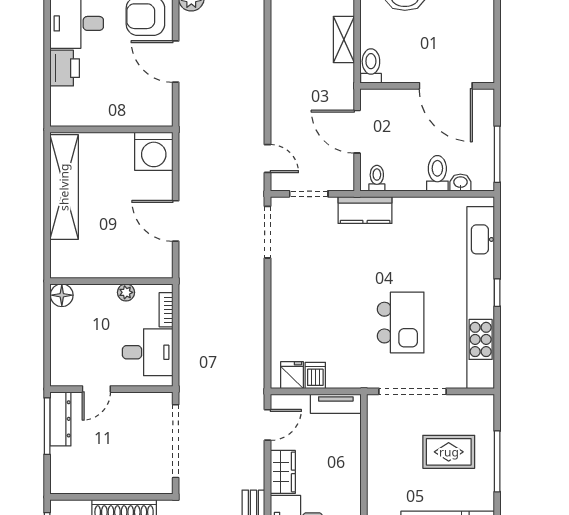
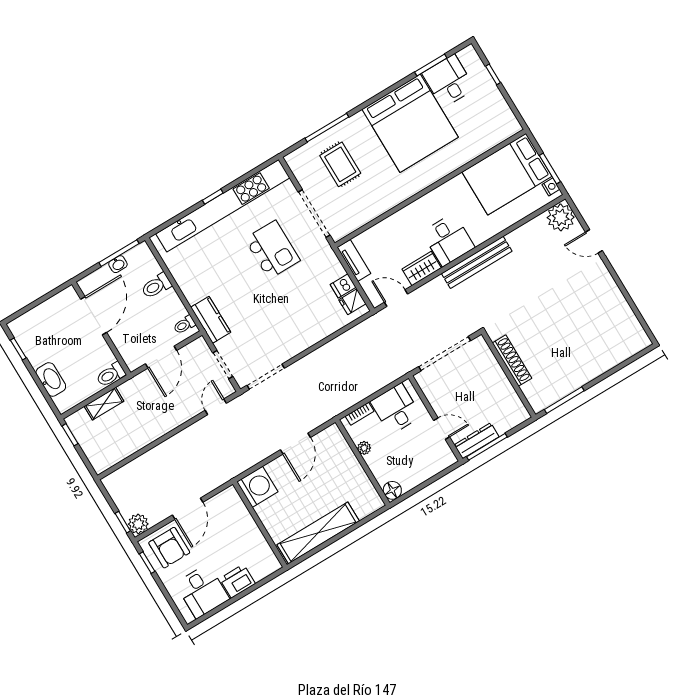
washbasin: (460, 183) -> (118, 264), moved, turned -90
kitchen island: (401, 323) -> (272, 250), turned 90

